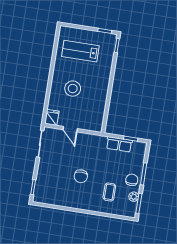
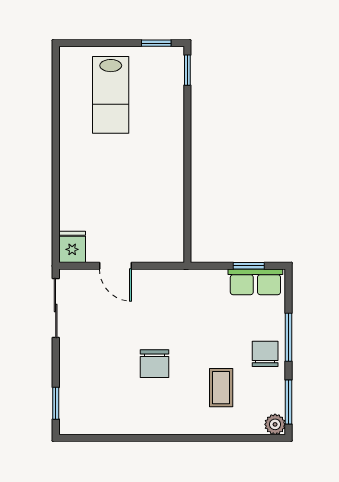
lab bench: (80, 51) -> (111, 95), turned -90
stool: (73, 89) -> (107, 178), removed
row of seats: (119, 144) -> (255, 282), moved
plant: (134, 197) -> (275, 424), moved

